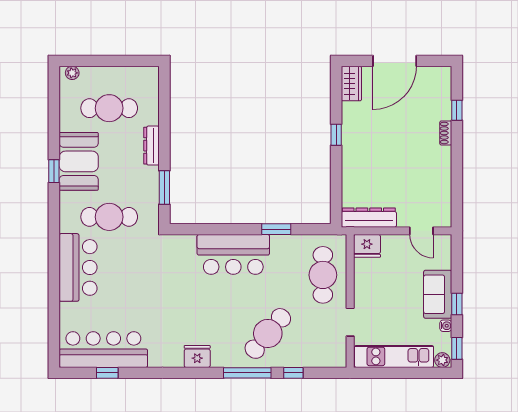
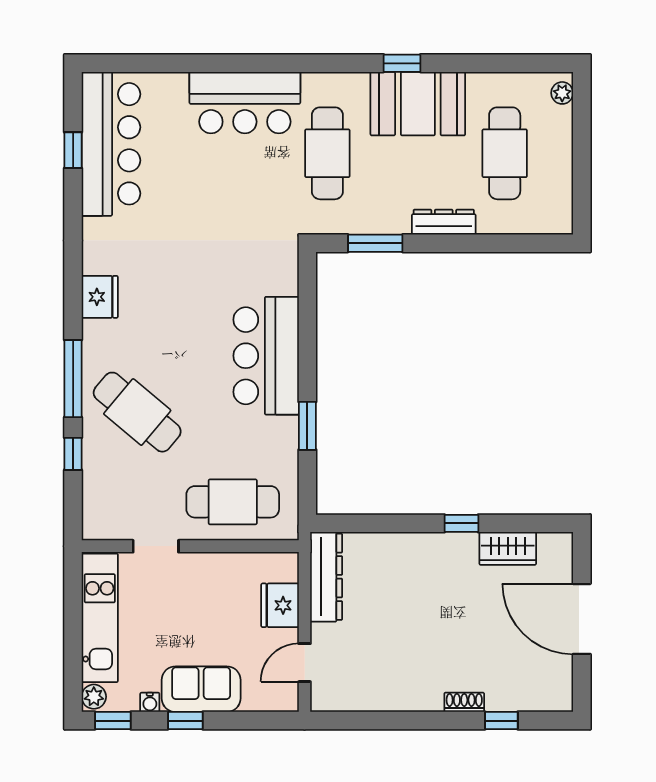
wardrobe: (351, 84) -> (508, 548), moved
fridge: (367, 246) -> (280, 605), moved

